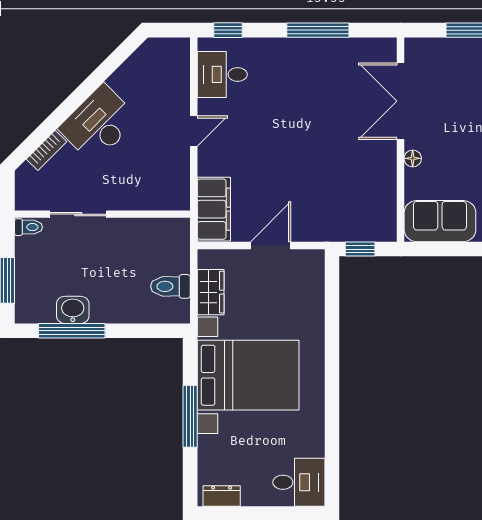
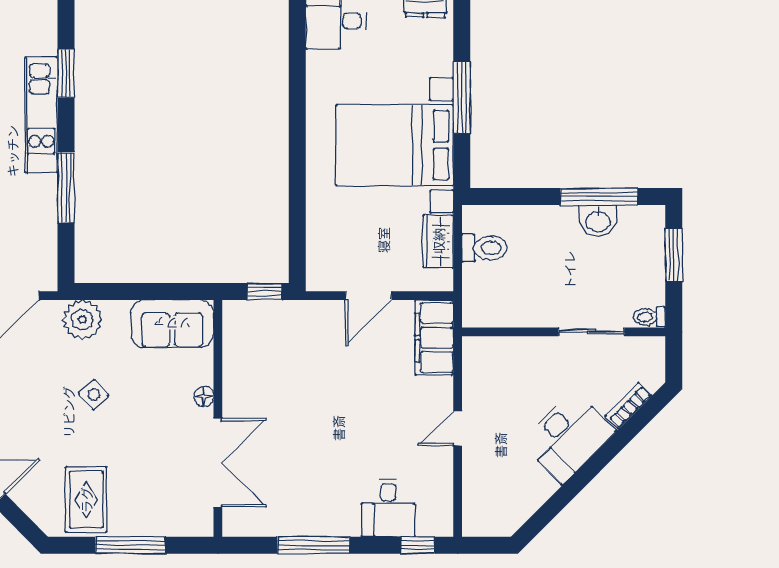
desk: (222, 74) -> (388, 508), moved, turned 90

